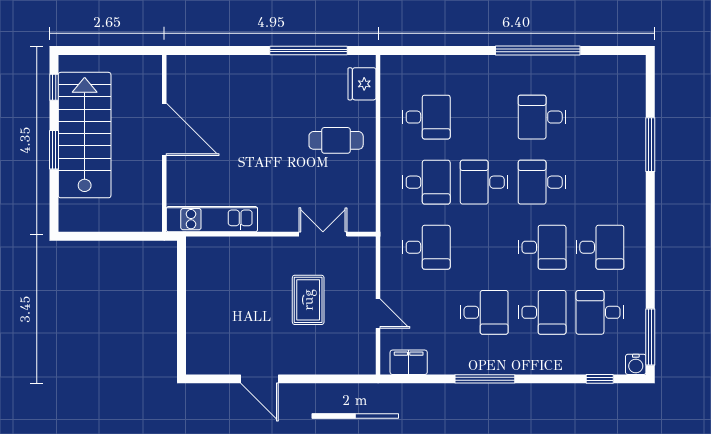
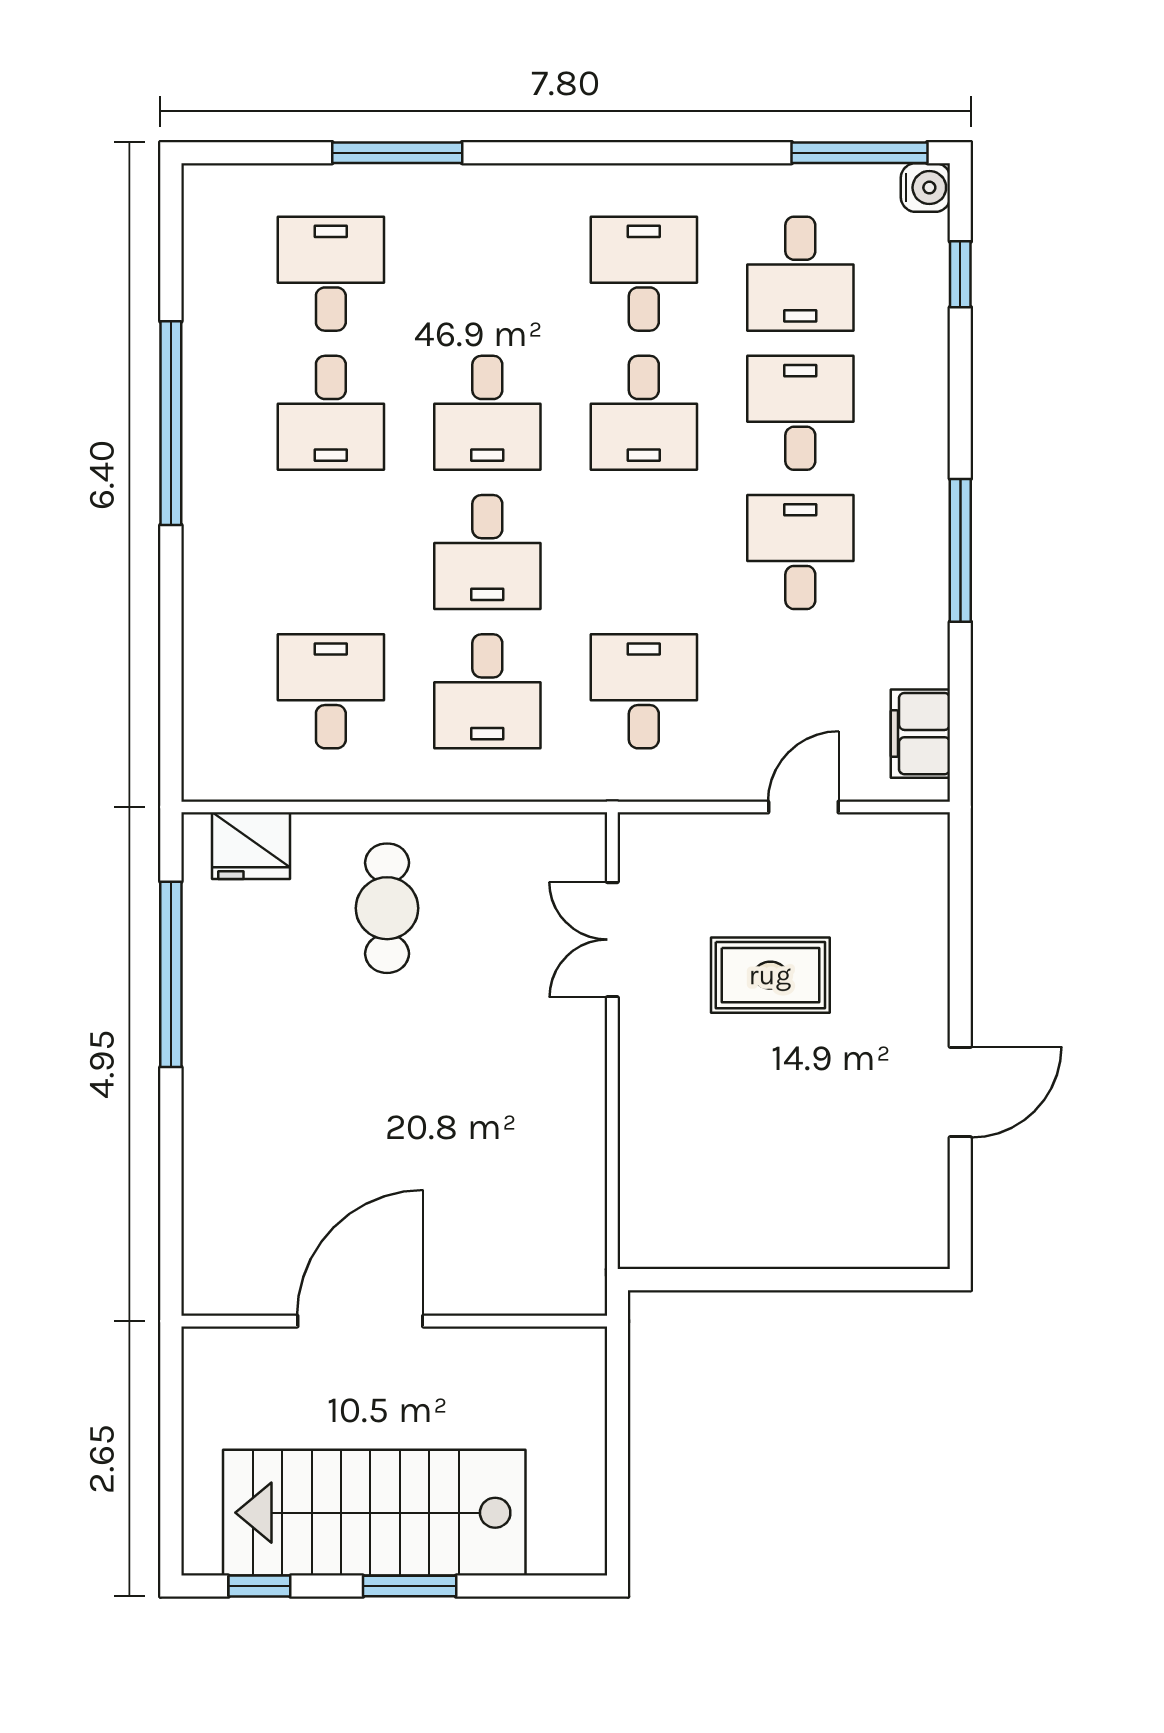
desk: (600, 117) -> (331, 274), added
desk: (426, 182) -> (487, 691), turned 180
kitchen unit: (212, 219) -> (576, 1207), removed
desk: (542, 247) -> (644, 413), turned 180

